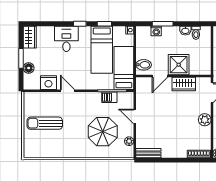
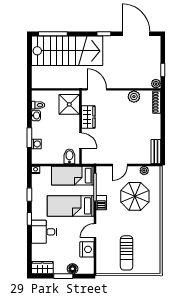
bed: (102, 50) -> (71, 206), moved, turned 180
shower: (179, 65) -> (69, 104), moved
barbecue: (109, 97) -> (101, 203), moved
plant: (205, 120) -> (134, 97), moved

